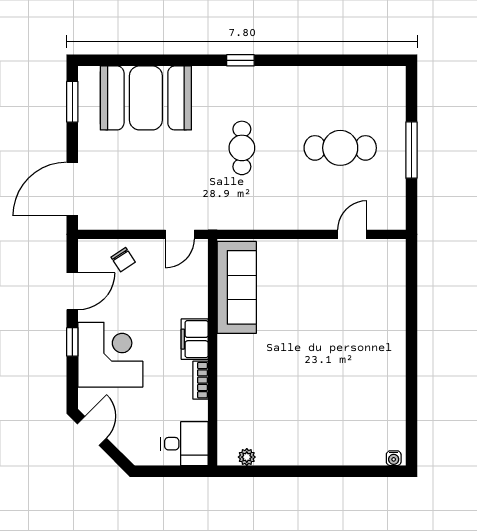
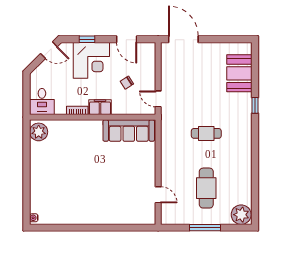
window: (240, 60) -> (255, 105), moved
plant: (388, 85) -> (241, 215), added
booth: (146, 98) -> (239, 73), width x0.73, depth x0.70
window: (72, 102) -> (232, 39), removed
chair: (123, 260) -> (127, 83), moved
window: (72, 342) -> (87, 39), moved
plant: (247, 457) -> (39, 132), width x1.88, depth x1.88

